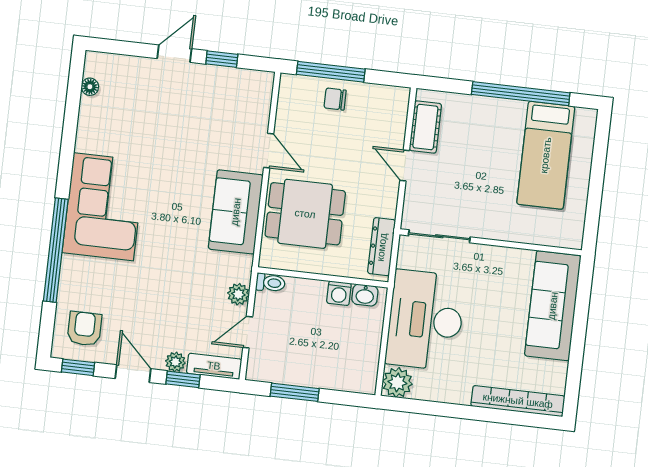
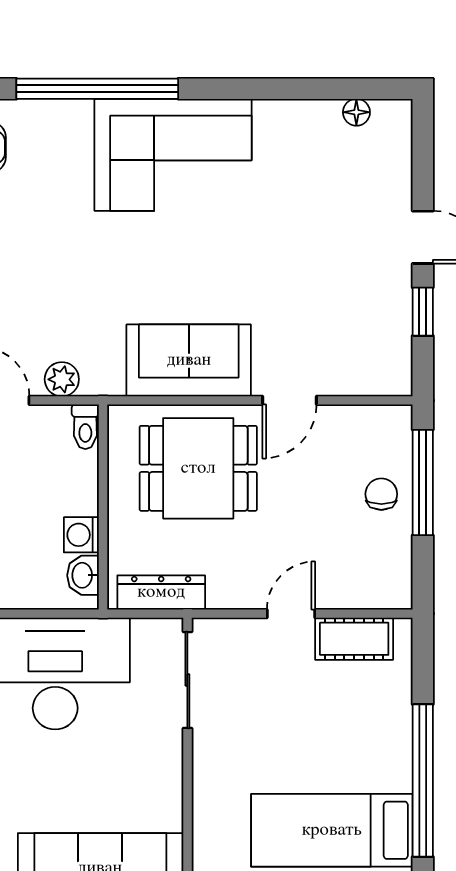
dining table: (305, 214) -> (198, 468), turned 90

